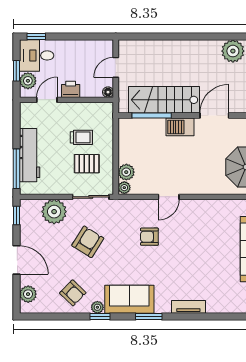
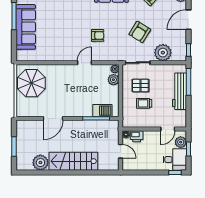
door: (116, 67) -> (121, 151), hinge flipped
printer: (71, 89) -> (137, 136), moved
stairs: (164, 100) -> (73, 161), moved, turned 180
barbecue: (180, 127) -> (102, 111), moved
door: (16, 260) -> (189, 20), hinge flipped

